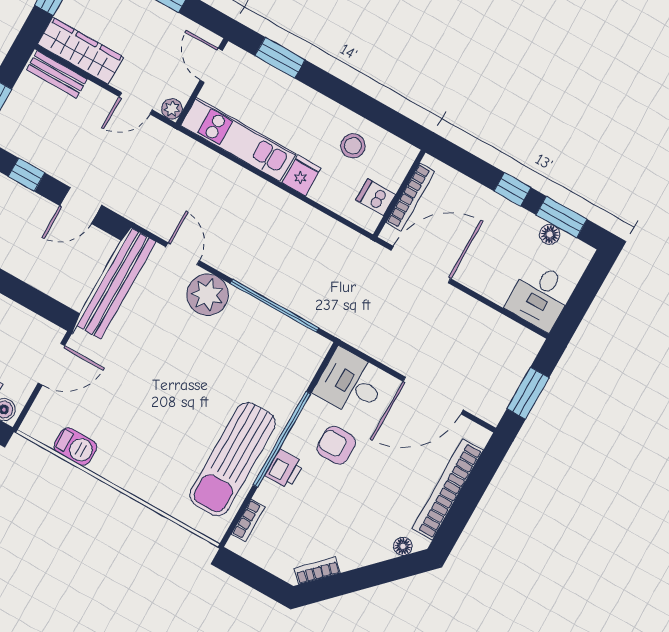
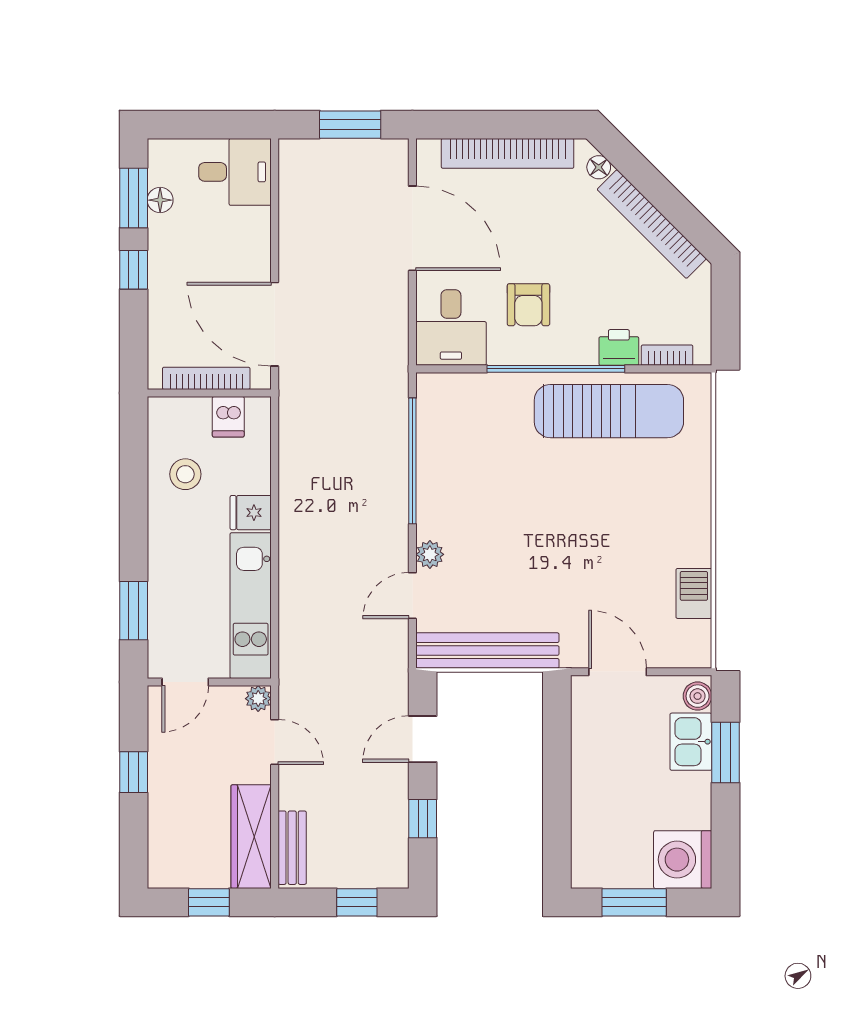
door: (81, 205) -> (423, 739), swing flipped
plant: (208, 295) -> (430, 554), width x0.53, depth x0.53
printer: (284, 469) -> (619, 347), moved
bookcase: (317, 571) -> (652, 224), width x2.31, depth x1.31

